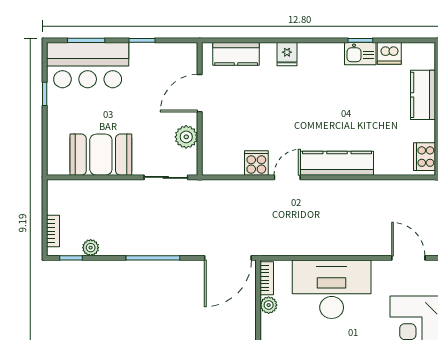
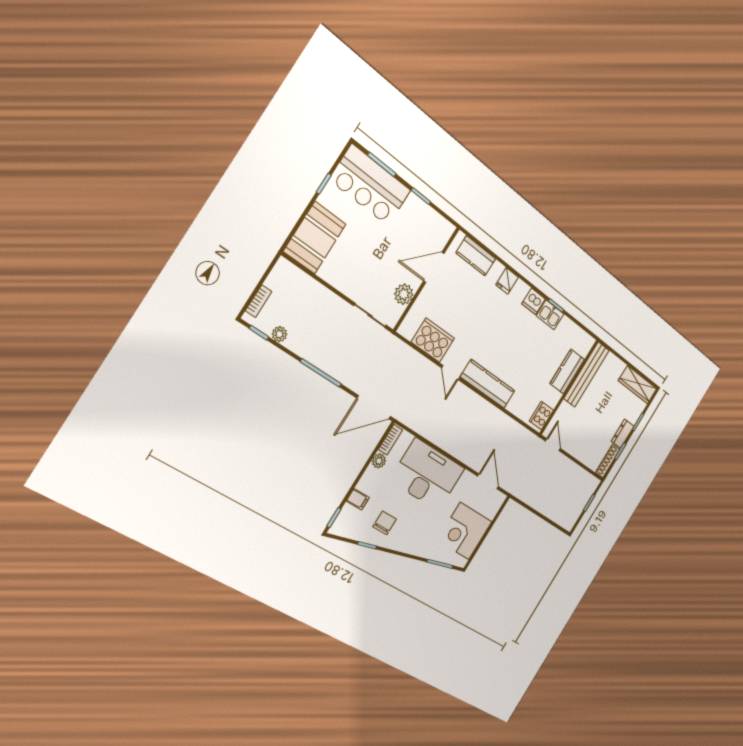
dishwasher: (389, 53) -> (534, 301), moved
booth: (101, 155) -> (315, 238), moved, turned 90
cooker: (256, 163) -> (433, 340), width x1.87, depth x1.31
door: (287, 177) -> (451, 372), swing flipped

